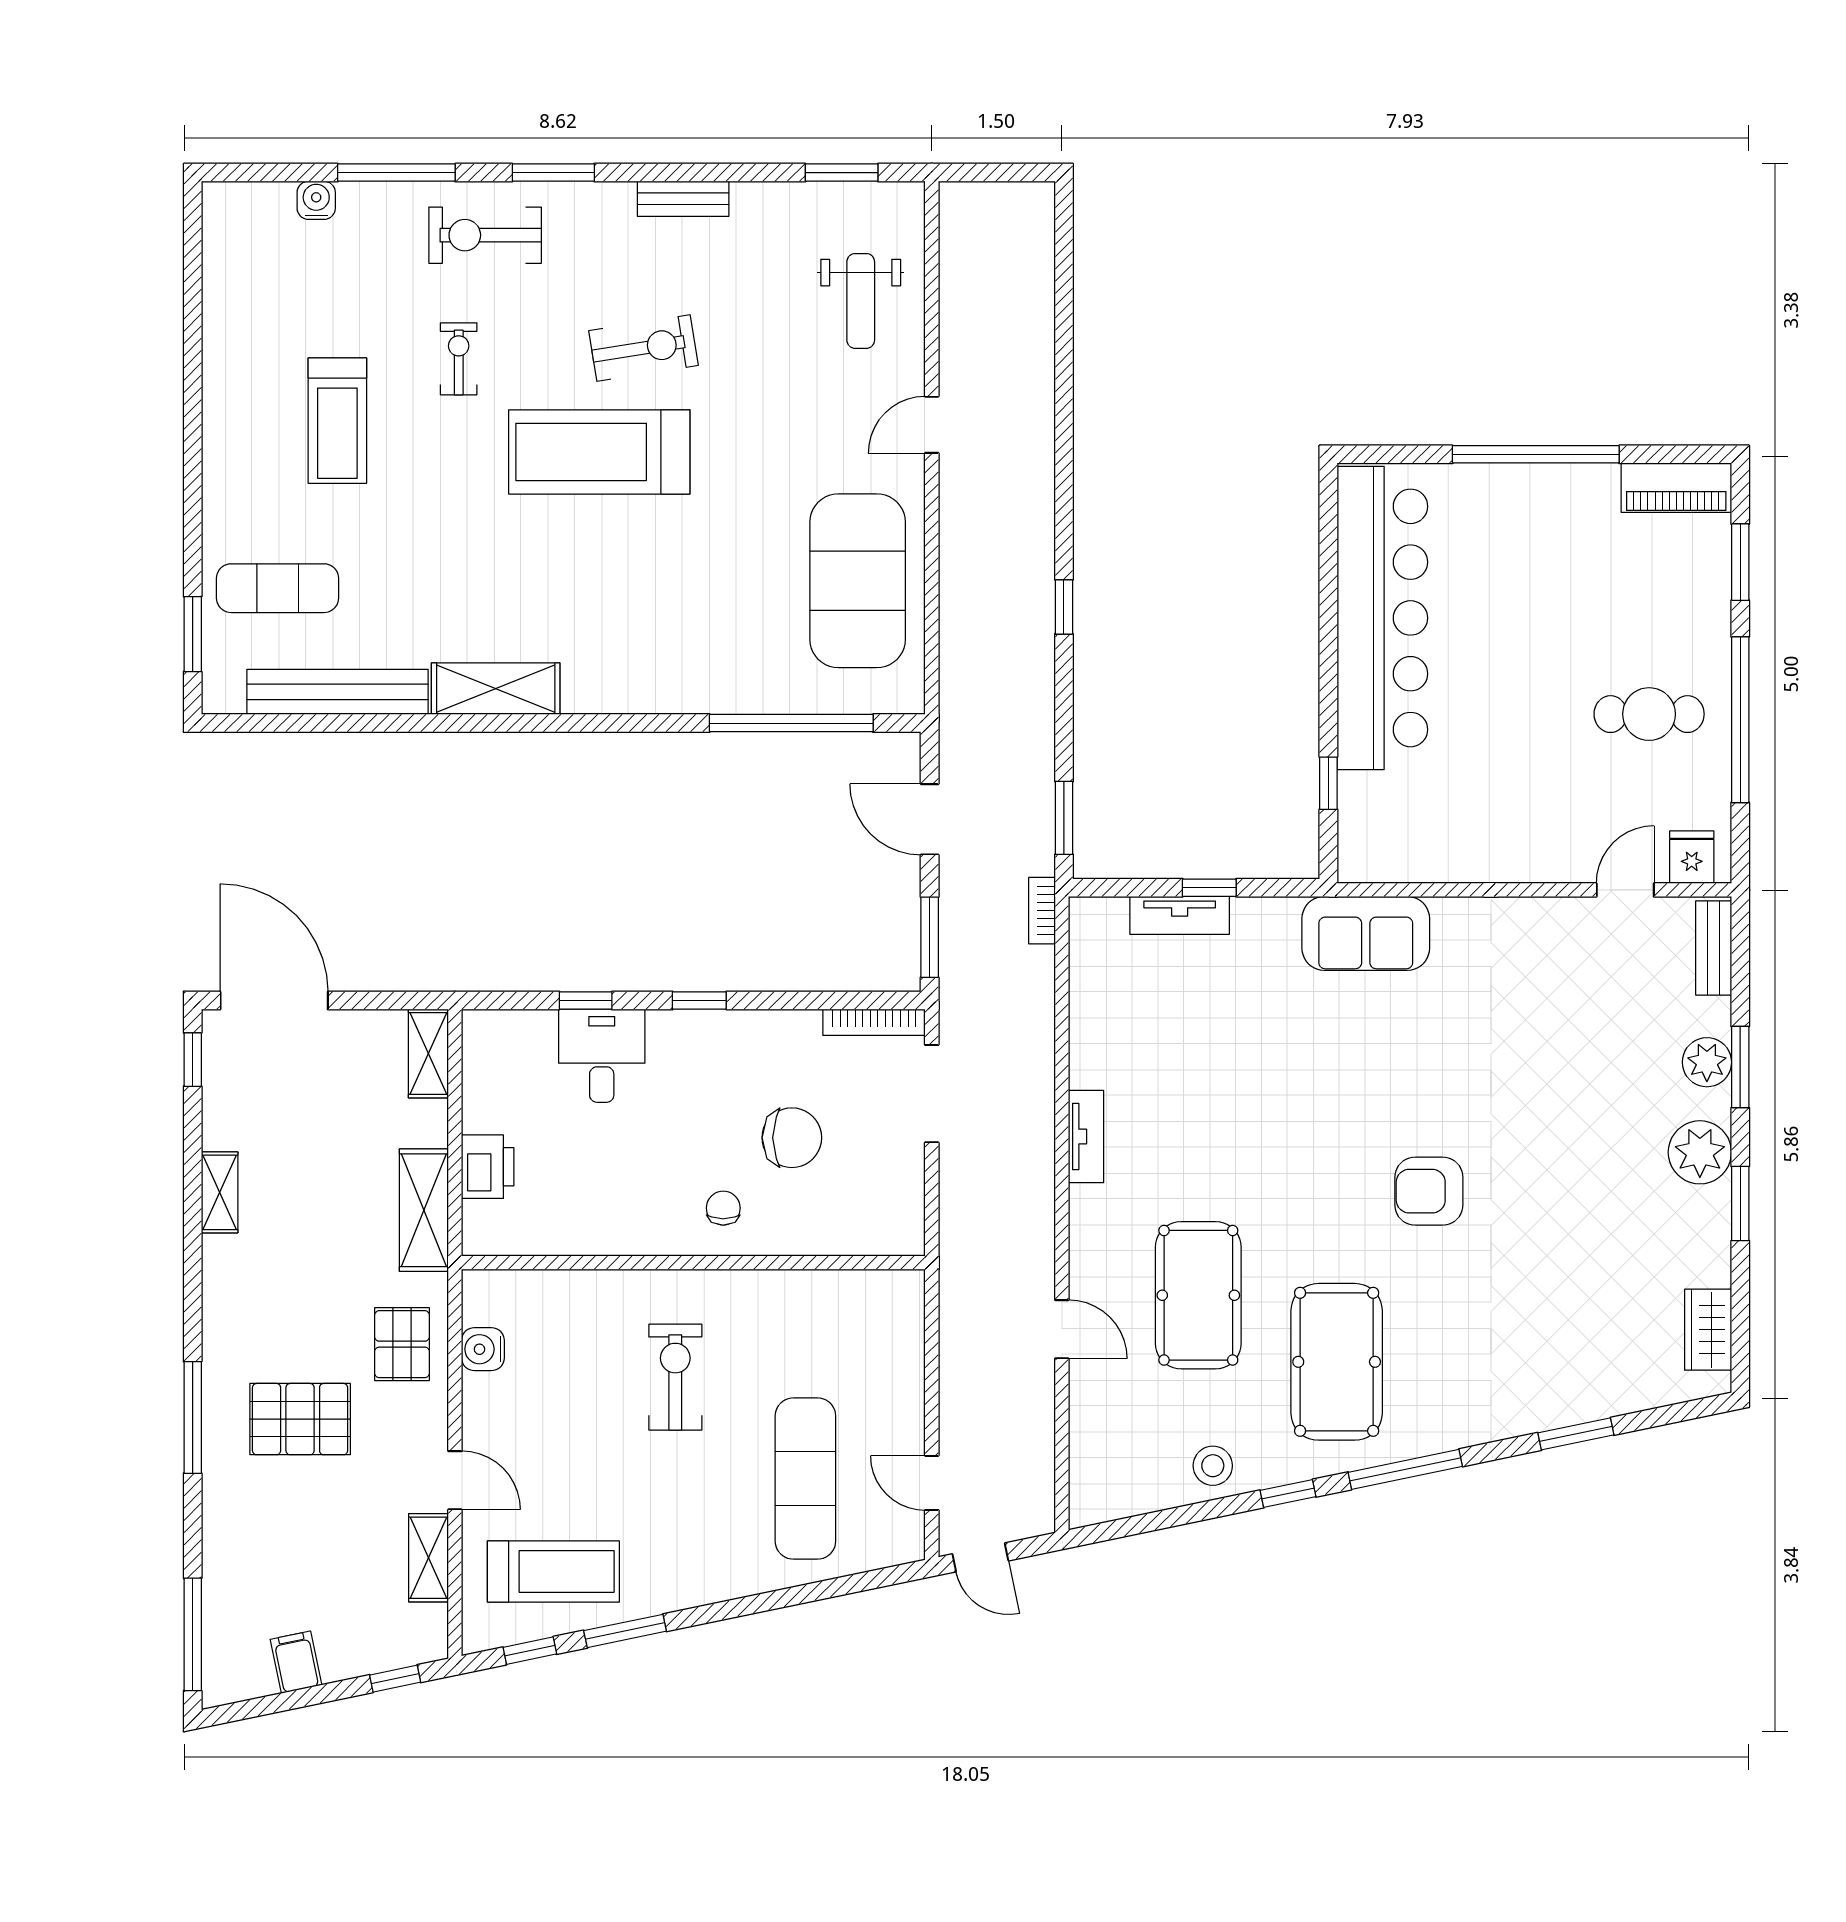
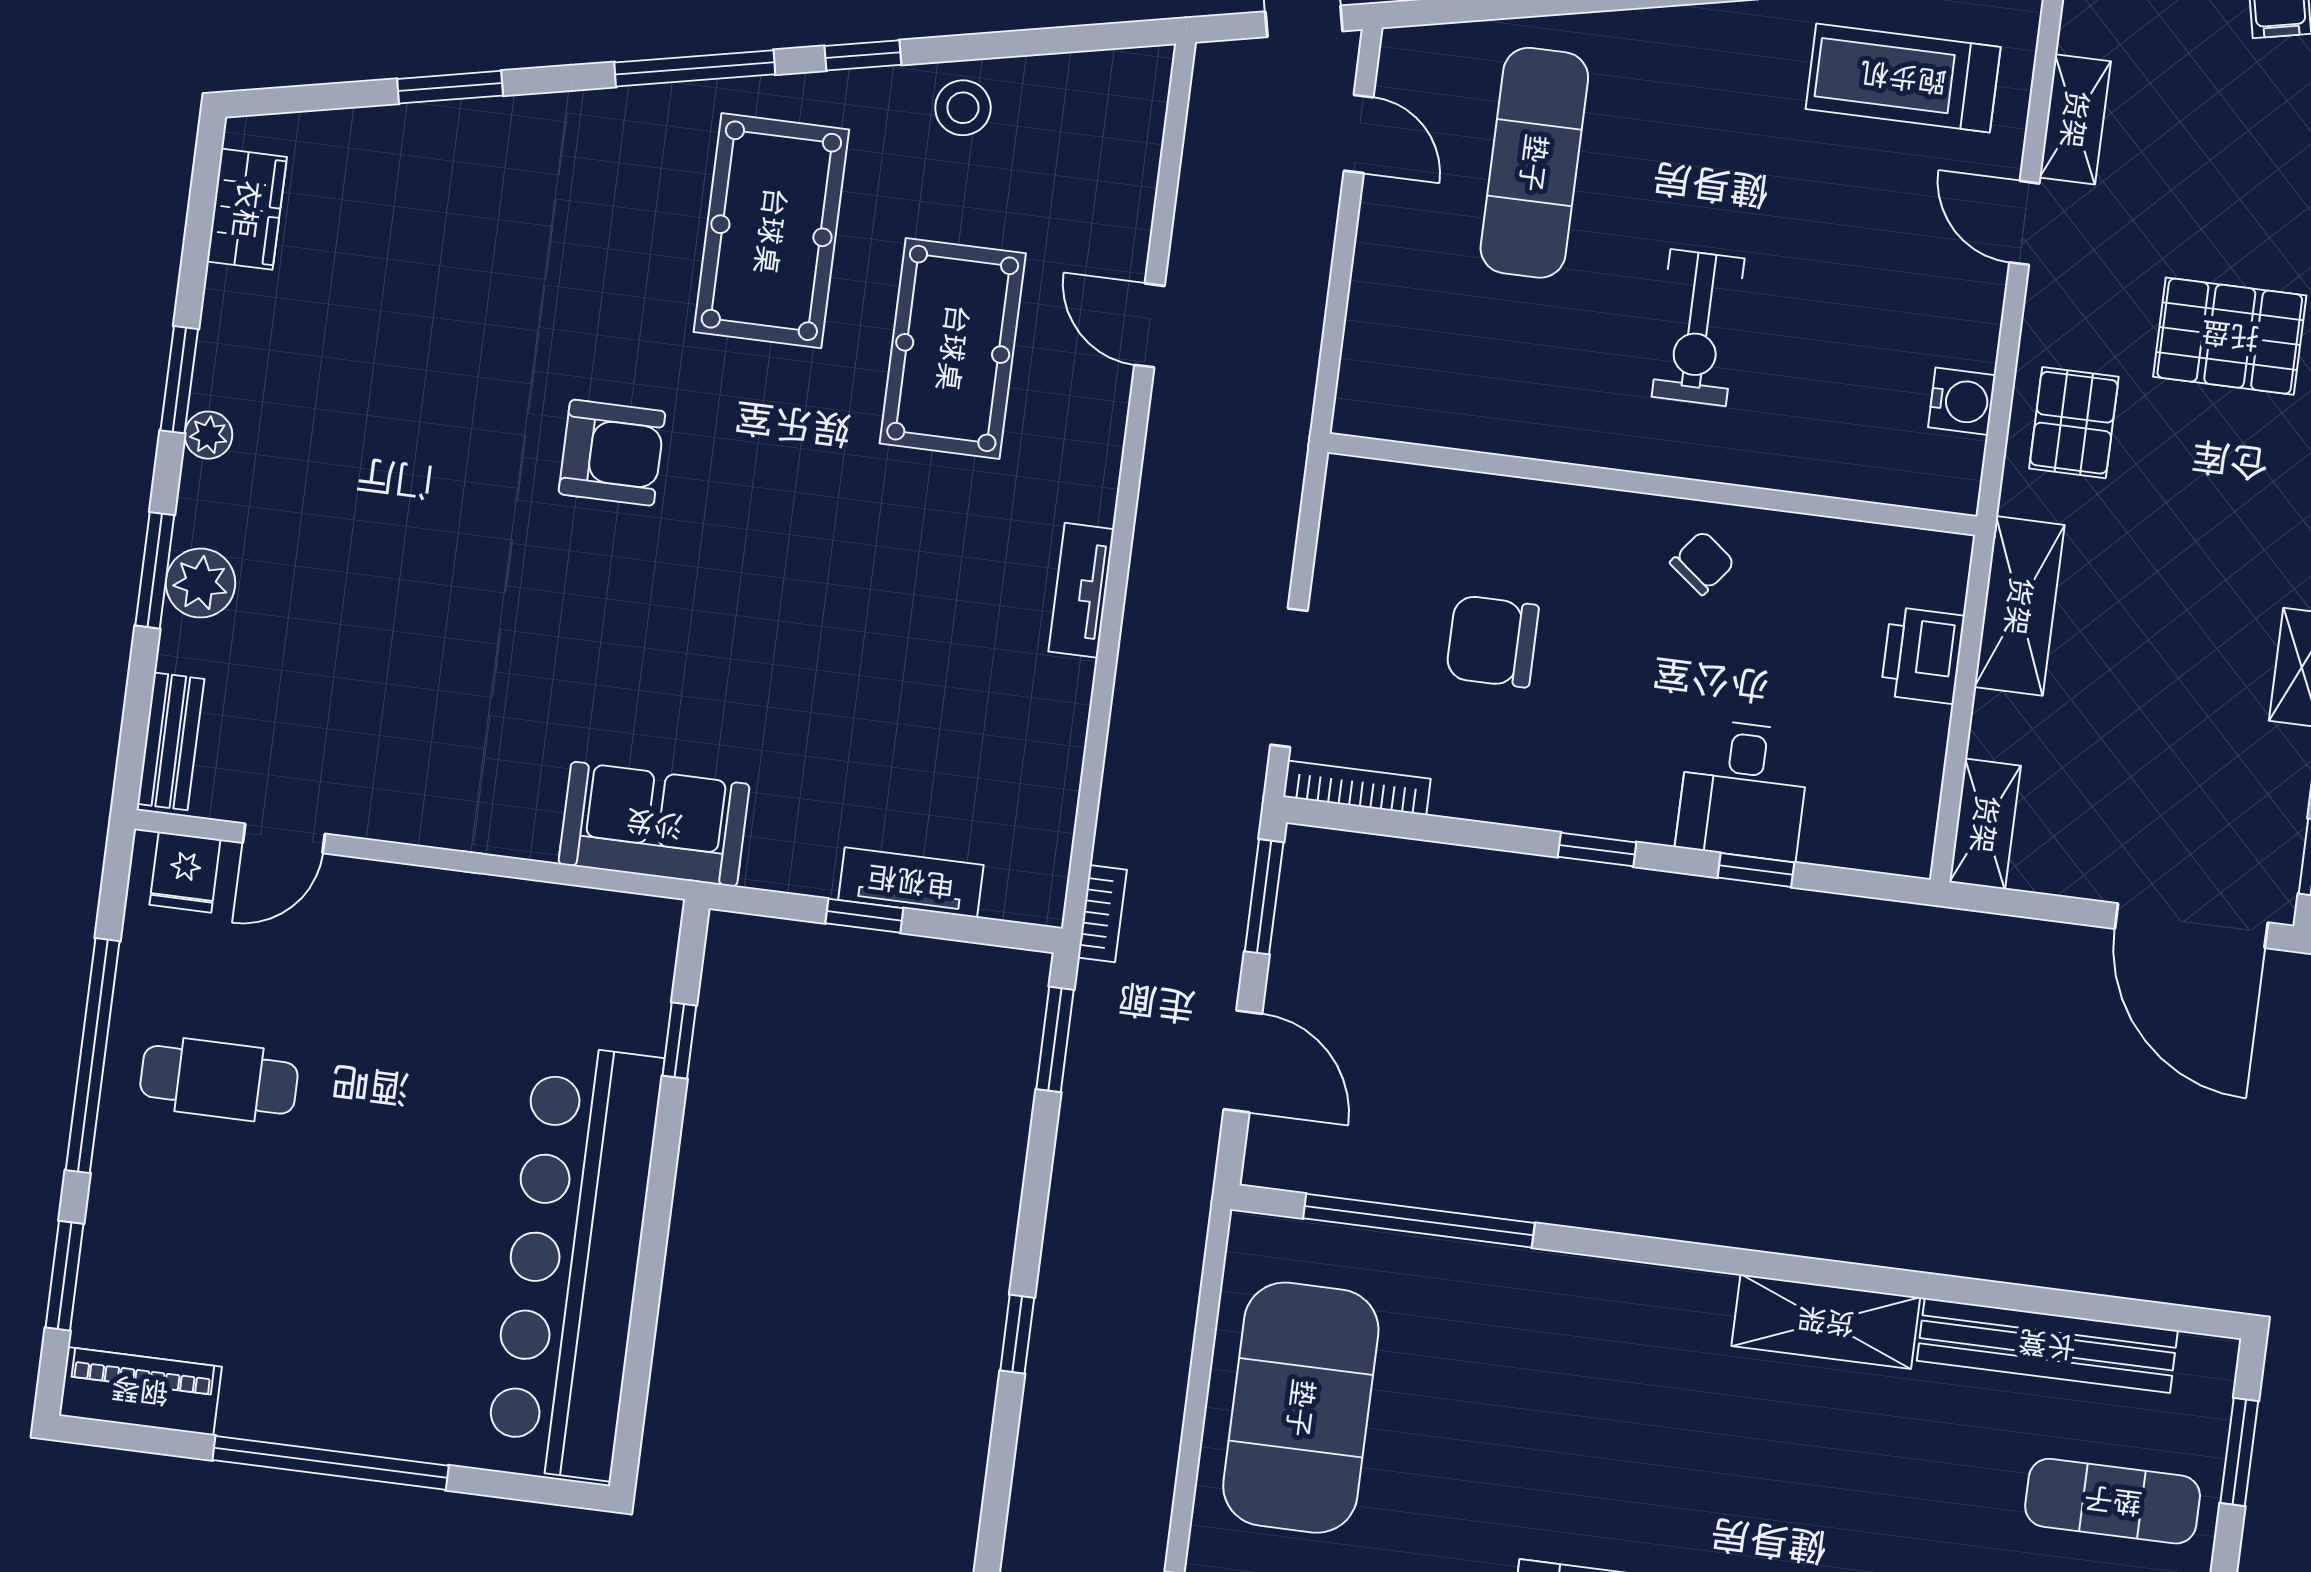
plant: (1700, 1152) -> (208, 435), width x0.53, depth x0.53
chair: (723, 1208) -> (1702, 563), moved, turned -142

